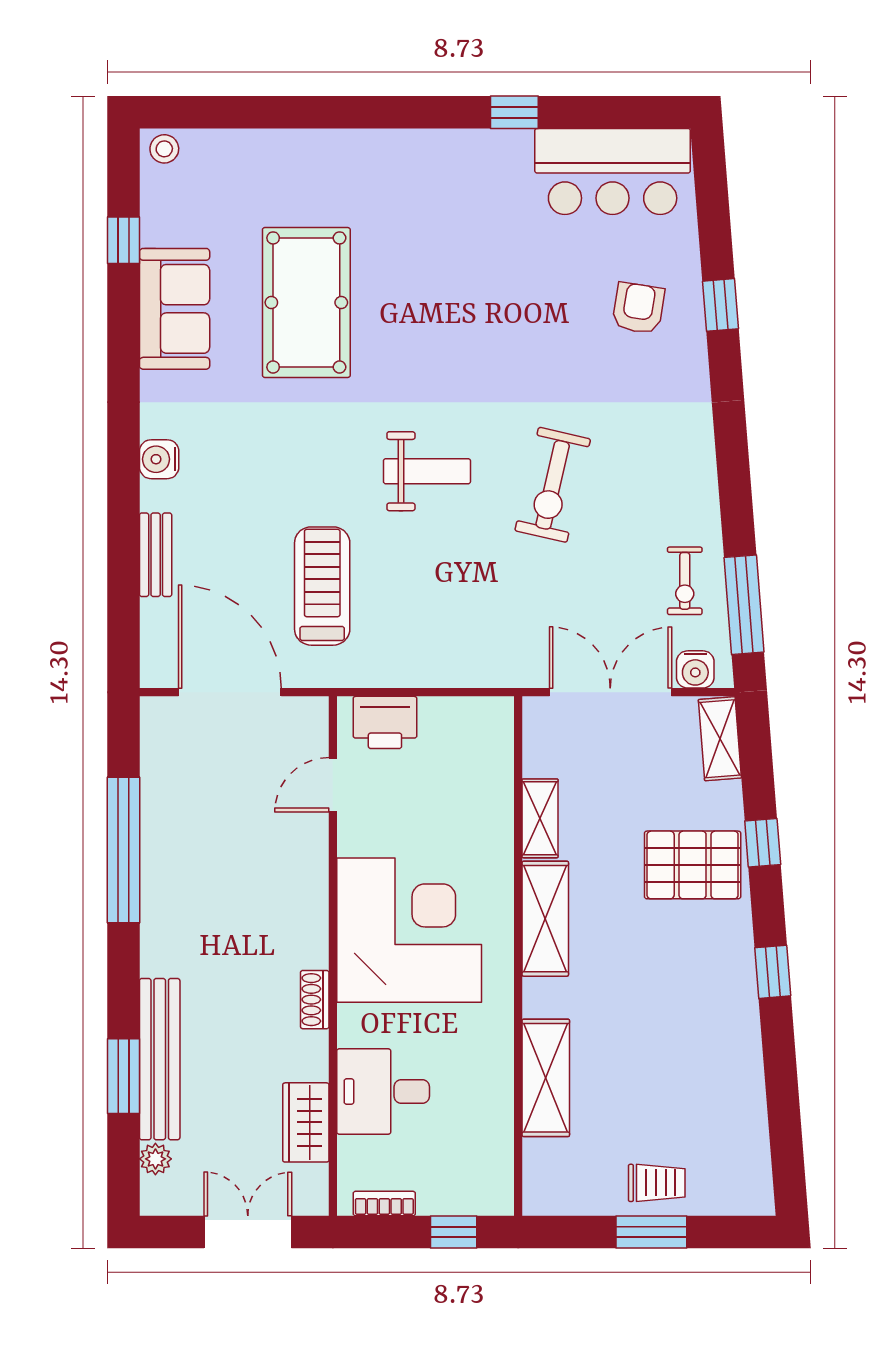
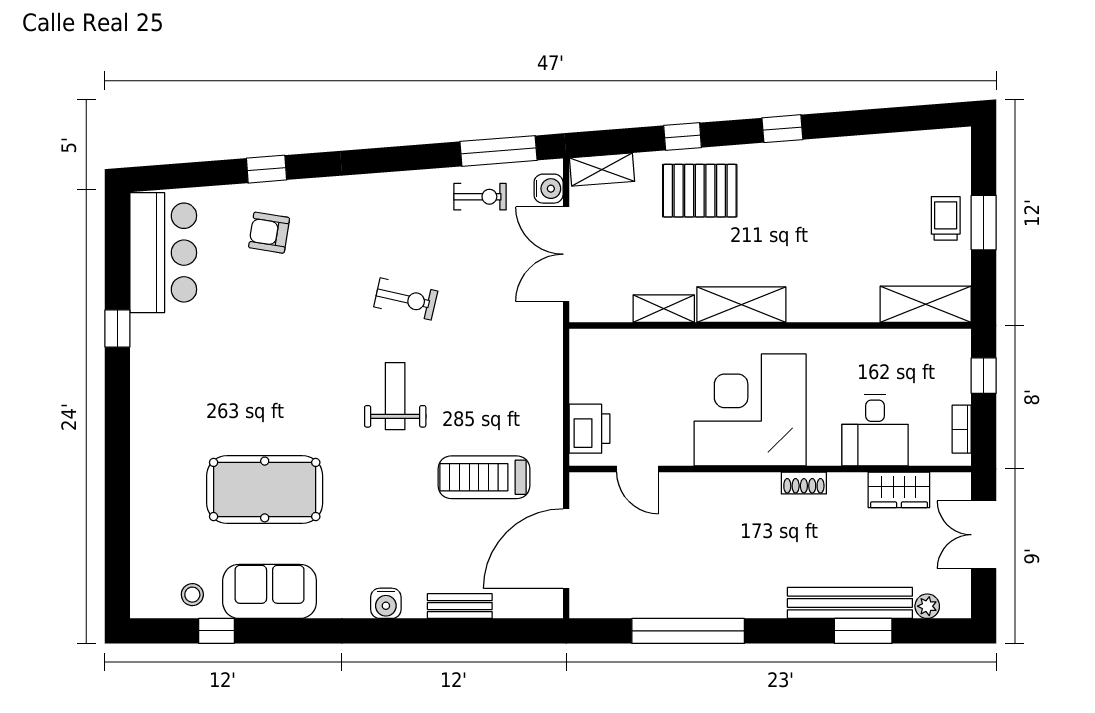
stool: (164, 149) -> (192, 595), moved
exercise bike: (553, 485) -> (406, 299), width x0.73, depth x0.72
pallet: (693, 865) -> (700, 191), turned 90
shelving: (546, 1078) -> (926, 304), moved

